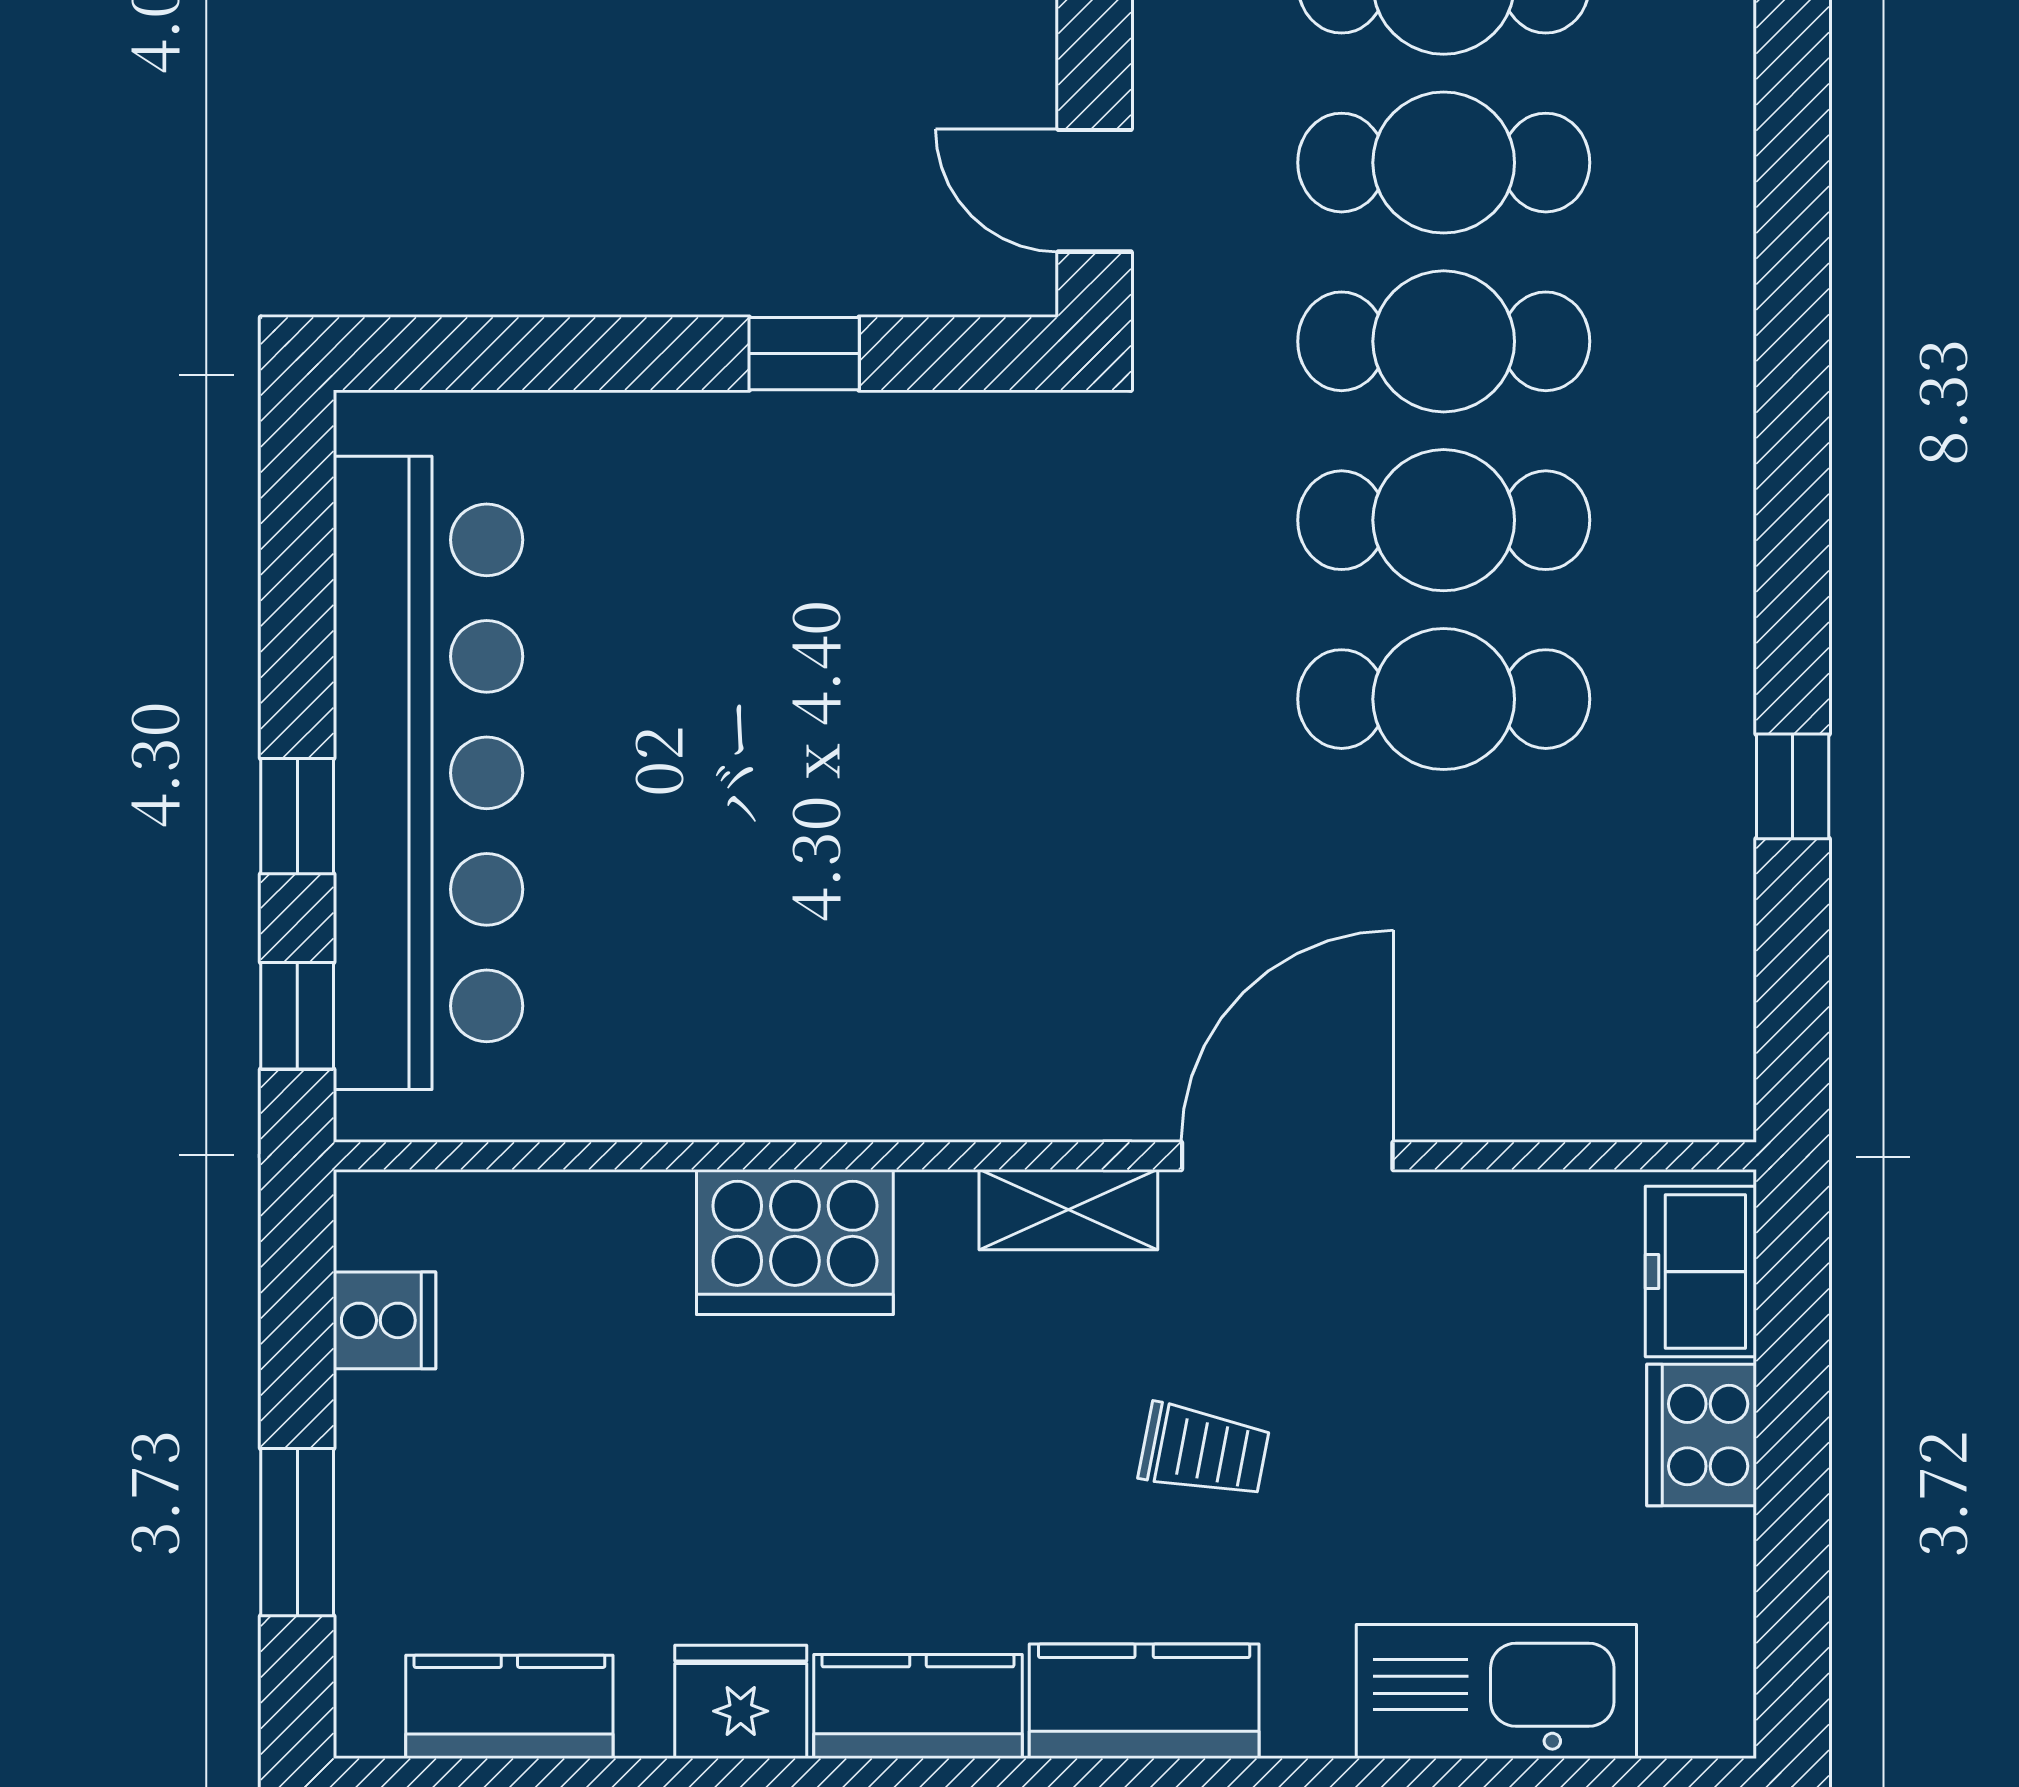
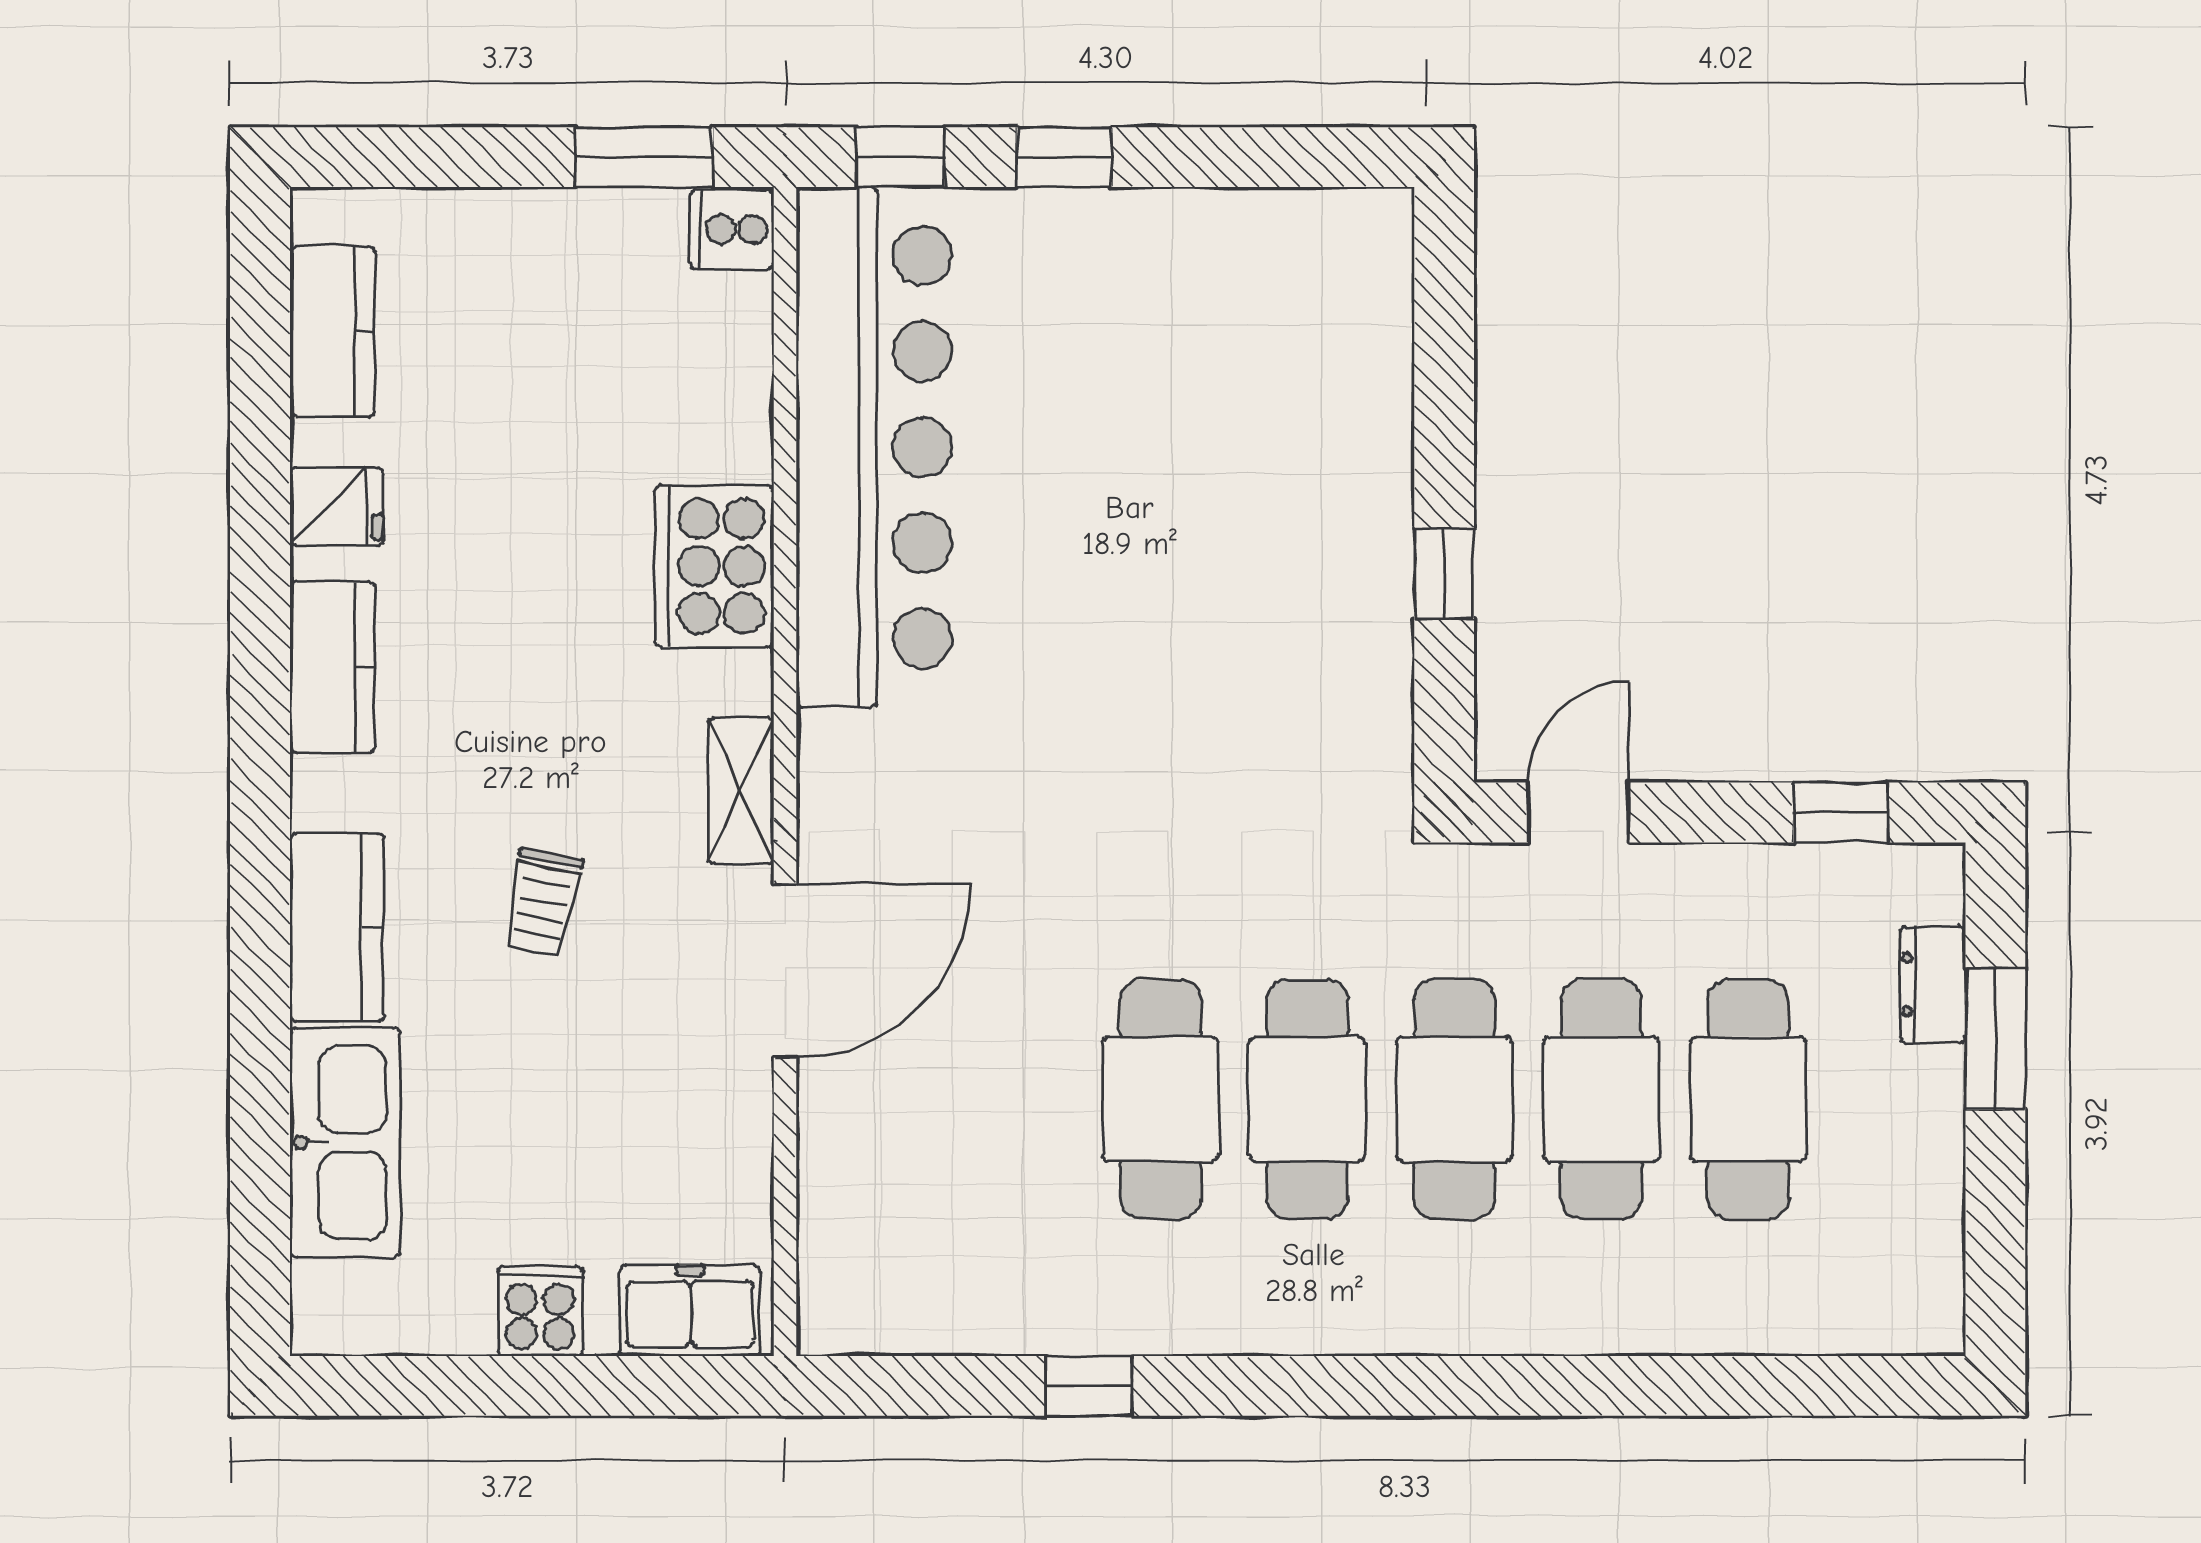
bar counter: (428, 773) -> (874, 447), moved, turned -90
door: (1287, 1156) -> (785, 971), hinge flipped
cooker: (384, 1320) -> (732, 229), moved, turned 90
cooker: (1702, 1435) -> (540, 1311), width x0.73
window: (297, 1532) -> (644, 157), moved
kitchen counter: (1144, 1701) -> (337, 927), moved
fridge: (741, 1702) -> (336, 507), width x0.72

